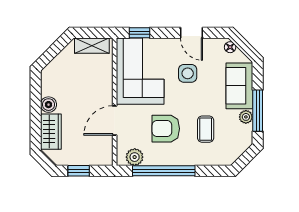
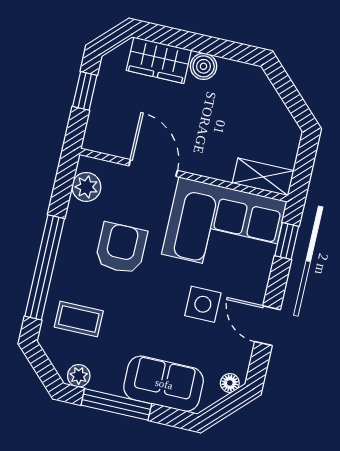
door: (192, 33) -> (268, 326), hinge flipped
shelving: (92, 46) -> (263, 177), moved, turned 90
plant: (246, 117) -> (79, 376), moved
coffee table: (206, 129) -> (79, 319), moved
window: (164, 171) -> (45, 267), moved

